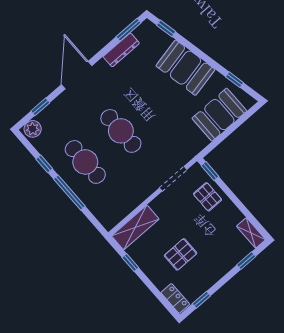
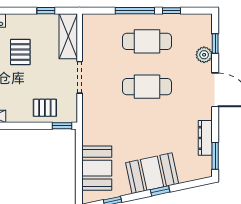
window: (166, 28) -> (160, 191), moved
plant: (33, 129) -> (204, 55), moved
doorway: (173, 179) -> (80, 77), moved

